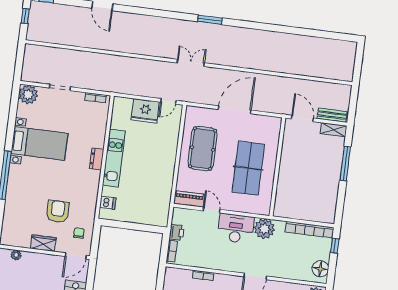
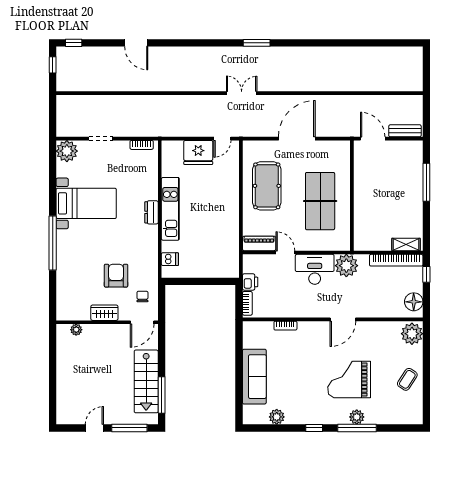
shelving: (334, 130) -> (406, 244), moved

